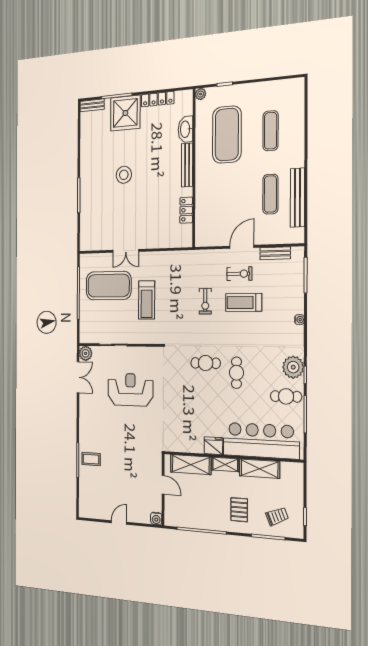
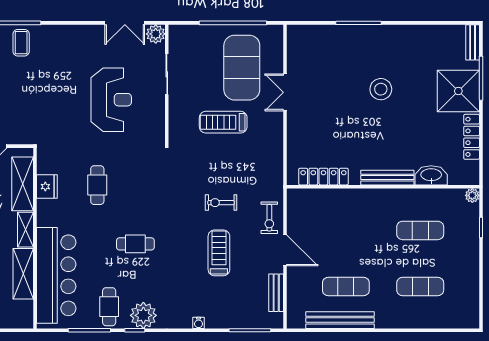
exercise mat: (227, 135) -> (420, 230), width x0.50, depth x0.69
locker: (186, 210) -> (323, 177), width x1.53
exercise bike: (239, 274) -> (269, 218), moved
cafe table: (206, 363) -> (97, 185), moved
fridge: (213, 446) -> (47, 187), moved

